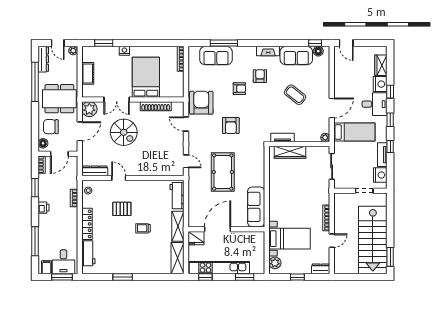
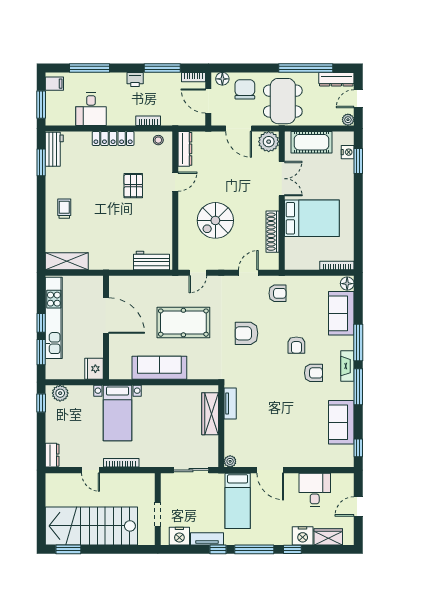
window: (224, 43) -> (358, 342), moved
window: (270, 43) -> (358, 387), added
door: (346, 43) -> (358, 506), moved
nightstand: (124, 51) -> (348, 152), moved
fireplace: (268, 51) -> (347, 366), moved
floor lamp: (318, 51) -> (347, 284), moved
cot: (88, 73) -> (312, 142), width x1.37, depth x1.34
coffee table: (295, 95) -> (288, 420), removed
double door: (117, 99) -> (282, 179), swing flipped
armchair: (201, 103) -> (277, 293), width x0.53, depth x0.53
desk: (375, 104) -> (315, 490), moved, turned 180
window: (390, 120) -> (254, 549), width x2.17
spiral stairs: (124, 132) -> (215, 220), moved
window: (35, 188) -> (162, 68), width x1.44
sofa: (256, 207) -> (159, 368), moved
shelving: (178, 226) -> (110, 262), removed
trolley: (143, 228) -> (64, 209), moved
fridge: (196, 238) -> (94, 369), moved
bed with nightstands: (290, 239) -> (118, 413), moved
workbench: (88, 253) -> (54, 149), moved, turned -90
desk: (64, 262) -> (91, 109), moved, turned -90
window: (123, 277) -> (41, 162), moved
window: (205, 277) -> (41, 323), moved
window: (297, 277) -> (41, 403), moved

